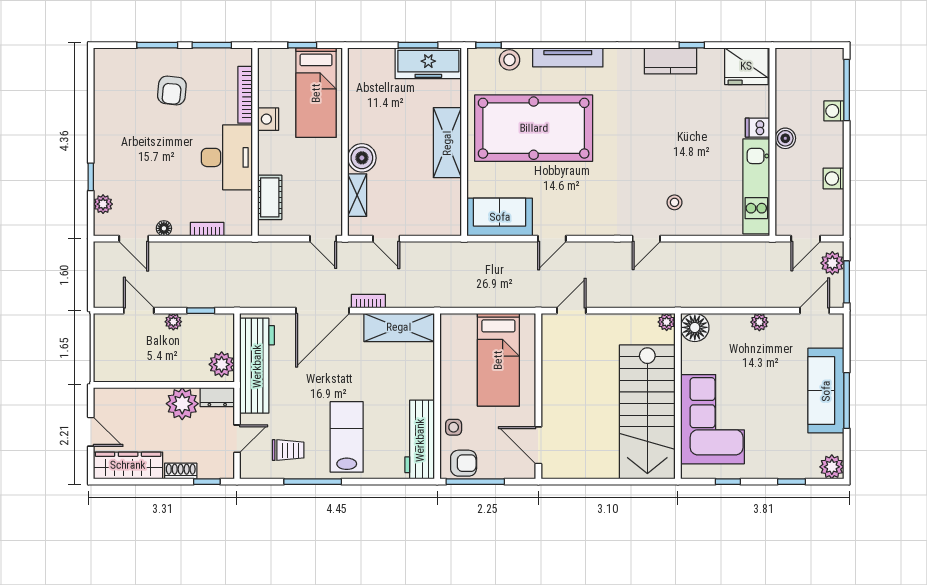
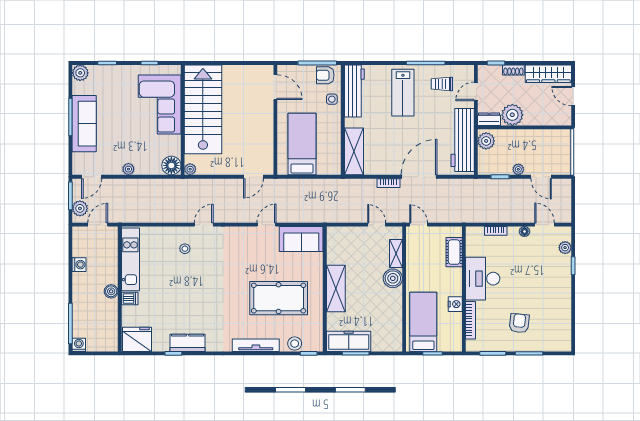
washing machine: (834, 111) -> (79, 345), moved, turned -90
pool table: (534, 128) -> (279, 298), width x0.73, depth x0.76
shelving: (399, 327) -> (354, 151), moved, turned 90

